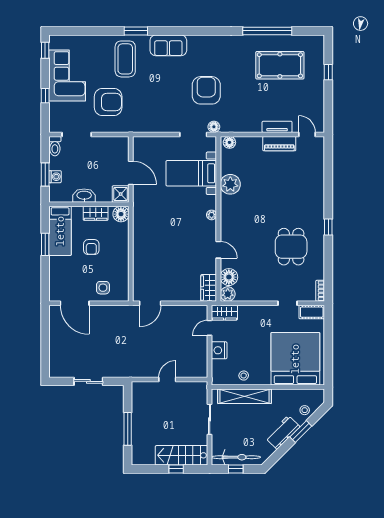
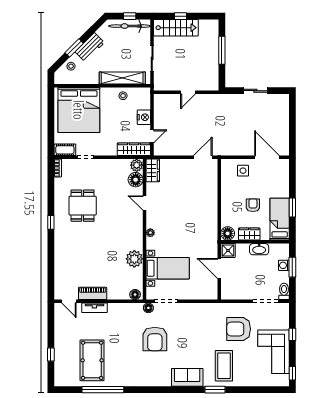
pool table: (280, 65) -> (92, 360), turned 90
wardrobe: (224, 313) -> (134, 149), width x1.50

